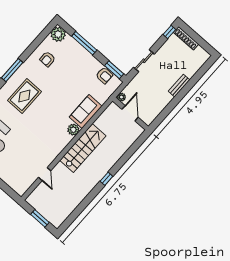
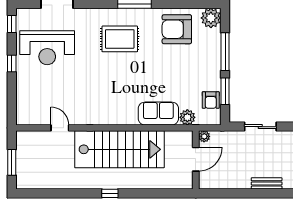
armchair: (47, 59) -> (177, 29), width x1.88, depth x1.88
window: (114, 70) -> (225, 91), moved
plant: (73, 130) -> (187, 117), moved
stairs: (83, 148) -> (119, 149), width x1.36, depth x1.51
door: (45, 174) -> (60, 128), swing flipped

